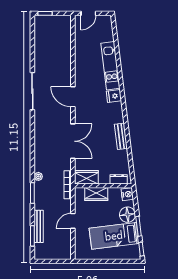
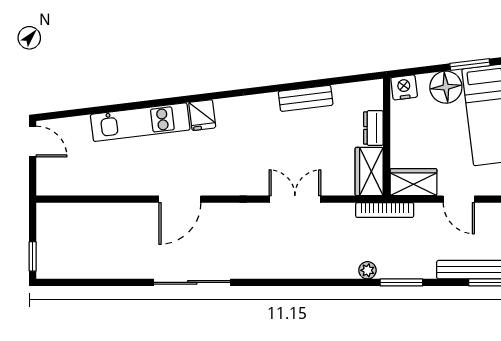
door: (88, 13) -> (33, 142), moved
door: (73, 97) -> (180, 199), moved
bench: (121, 136) -> (306, 98), moved
double door: (73, 141) -> (295, 199), width x0.73
dresser: (119, 179) -> (373, 128), moved
wardrobe: (96, 194) -> (413, 182), moved, turned -90

